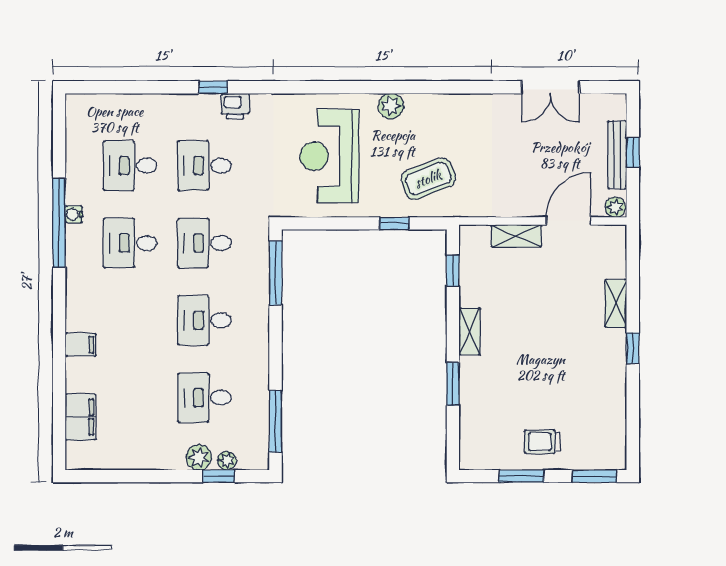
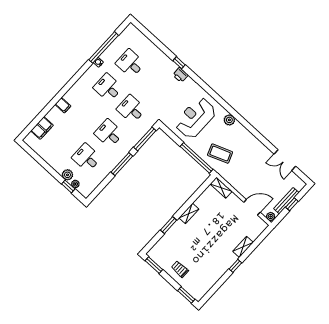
desk: (204, 166) -> (154, 85), removed
window: (59, 223) -> (104, 47), moved
window: (394, 223) -> (197, 158), width x3.17
shelving: (516, 236) -> (221, 188), moved
window: (453, 271) -> (201, 190), removed
window: (275, 421) -> (122, 164), moved
window: (521, 476) -> (154, 265), moved

